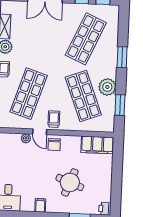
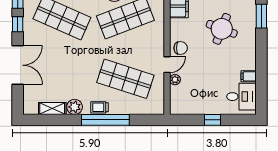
trolley: (54, 119) -> (152, 50), removed
filing cabinet: (40, 205) -> (249, 76), moved

